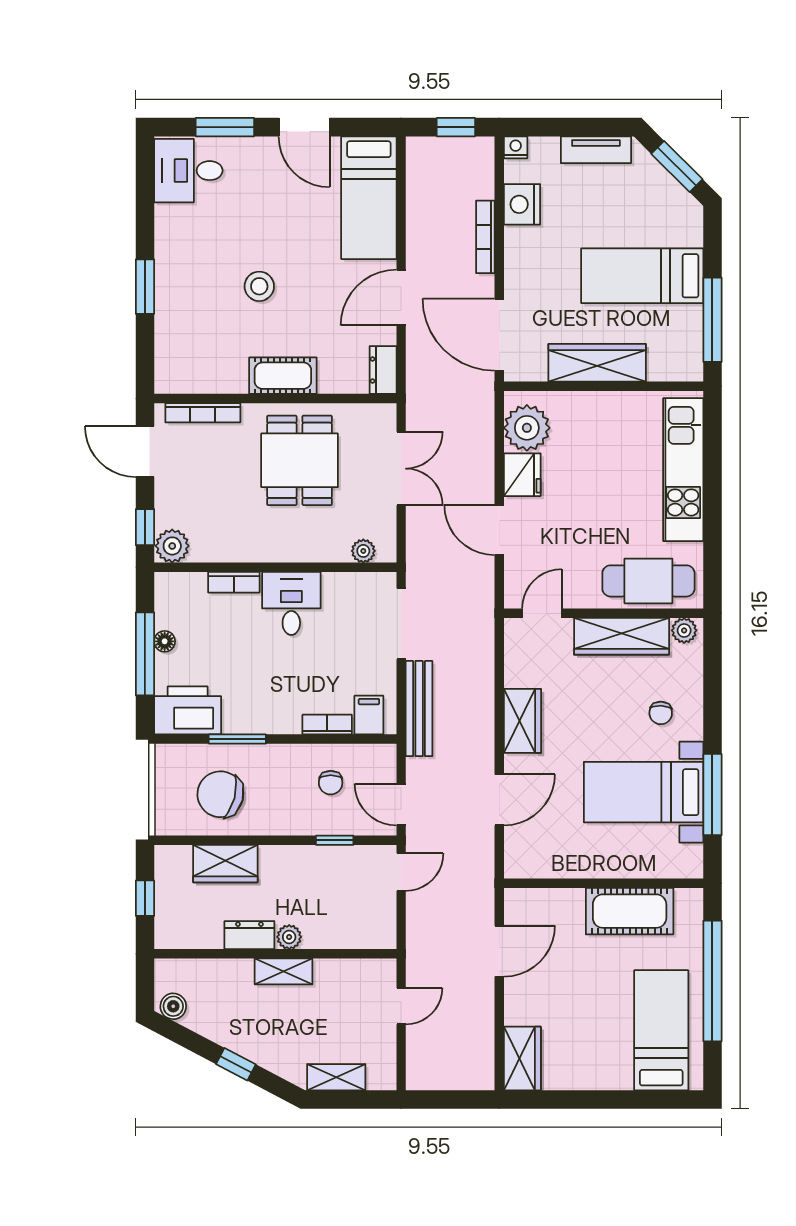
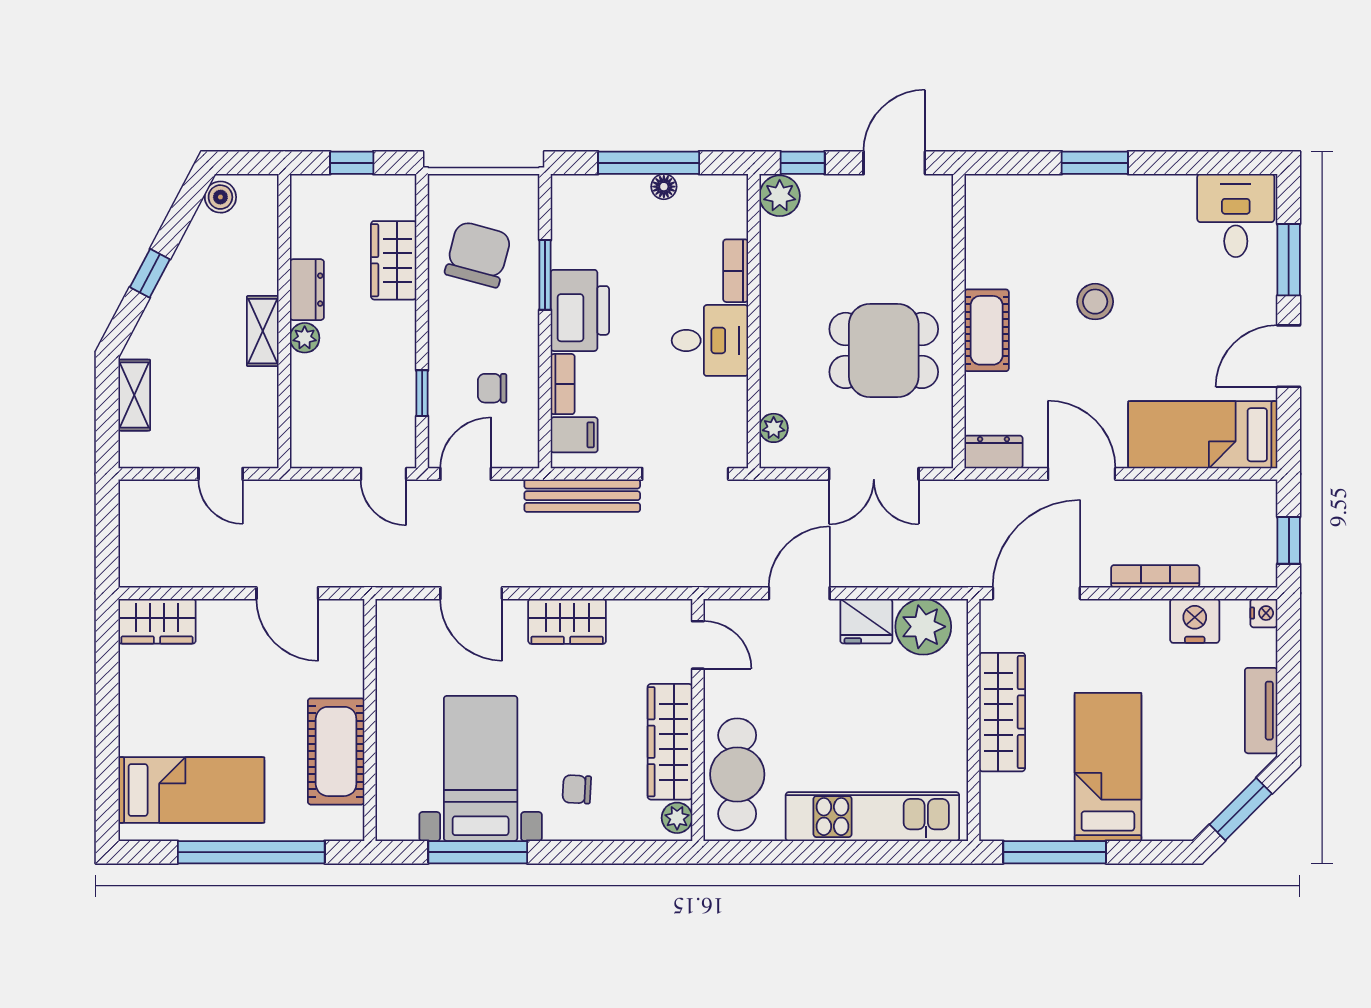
bookcase: (203, 413) -> (941, 233), removed
printer: (188, 710) -> (580, 310), moved

